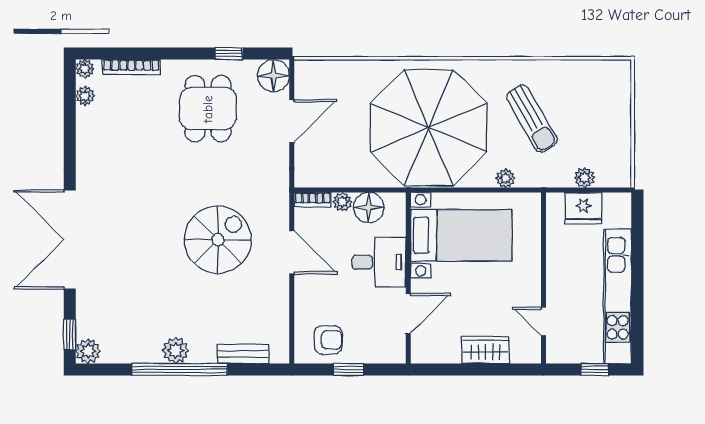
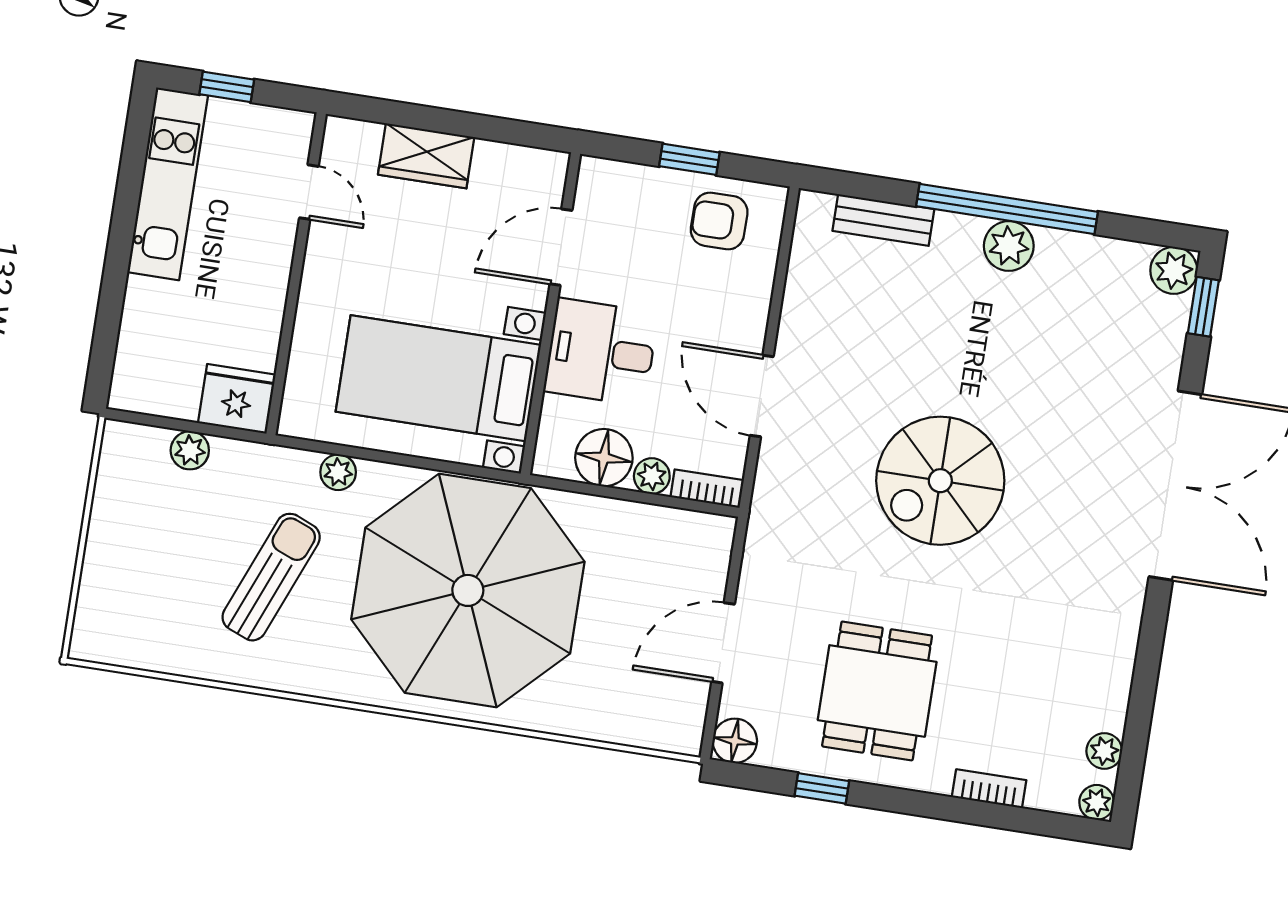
bookcase: (131, 67) -> (989, 789), width x0.64
floor lamp: (273, 76) -> (735, 741), width x0.73, depth x0.73
sun lounger: (532, 118) -> (271, 577), turned 52
fridge: (584, 208) -> (237, 399), moved
spiral stairs: (218, 240) -> (940, 481), moved
kitchen unit: (618, 296) -> (168, 184), width x0.73

